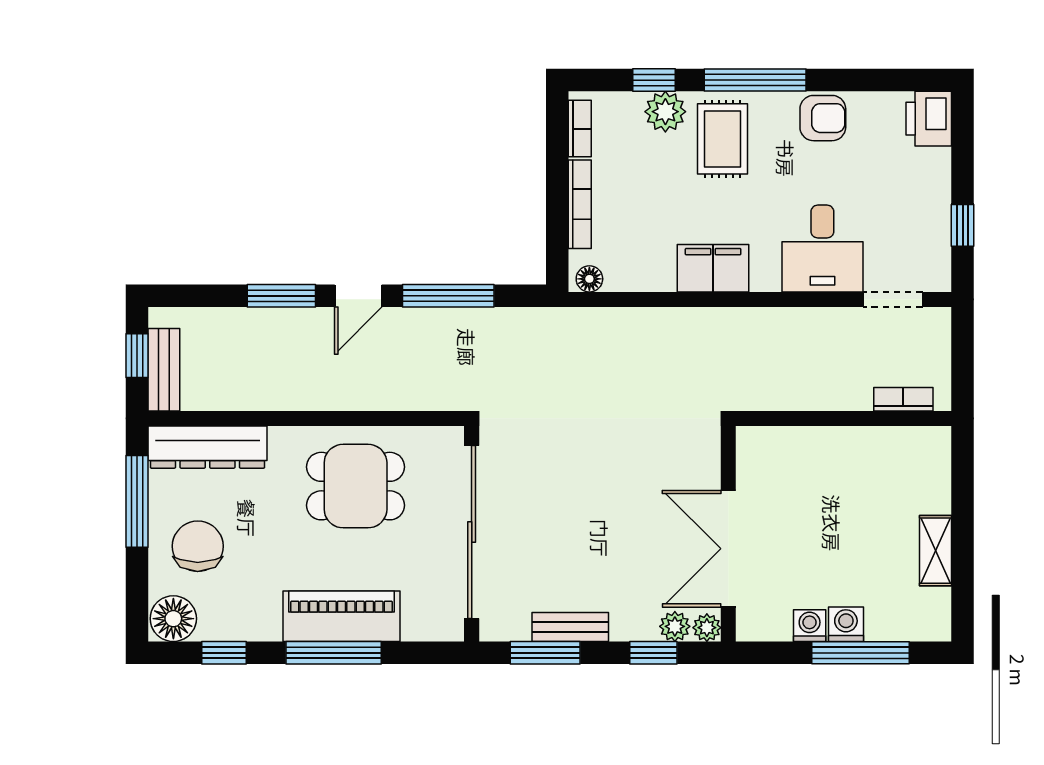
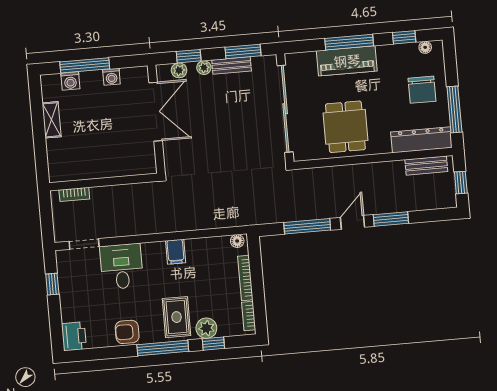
filing cabinet: (713, 268) -> (176, 252), width x0.50
bench: (164, 370) -> (426, 166), moved, turned 90
dining table: (356, 486) -> (345, 127), turned 90
floor lamp: (173, 619) -> (425, 47), width x0.53, depth x0.53
washing machine: (846, 624) -> (70, 81), moved
plant: (707, 628) -> (204, 68), moved

